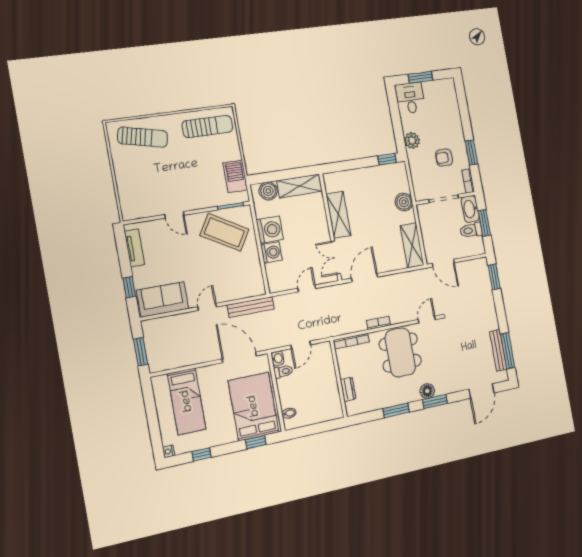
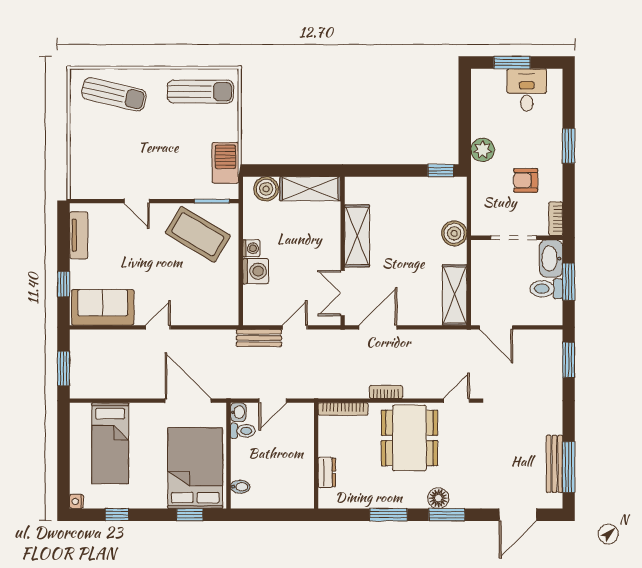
desk: (410, 98) -> (527, 90), moved
window: (471, 152) -> (569, 146), moved
washing machine: (270, 230) -> (251, 248), width x0.53, depth x0.53
bench: (251, 307) -> (259, 338), moved, width x0.73

